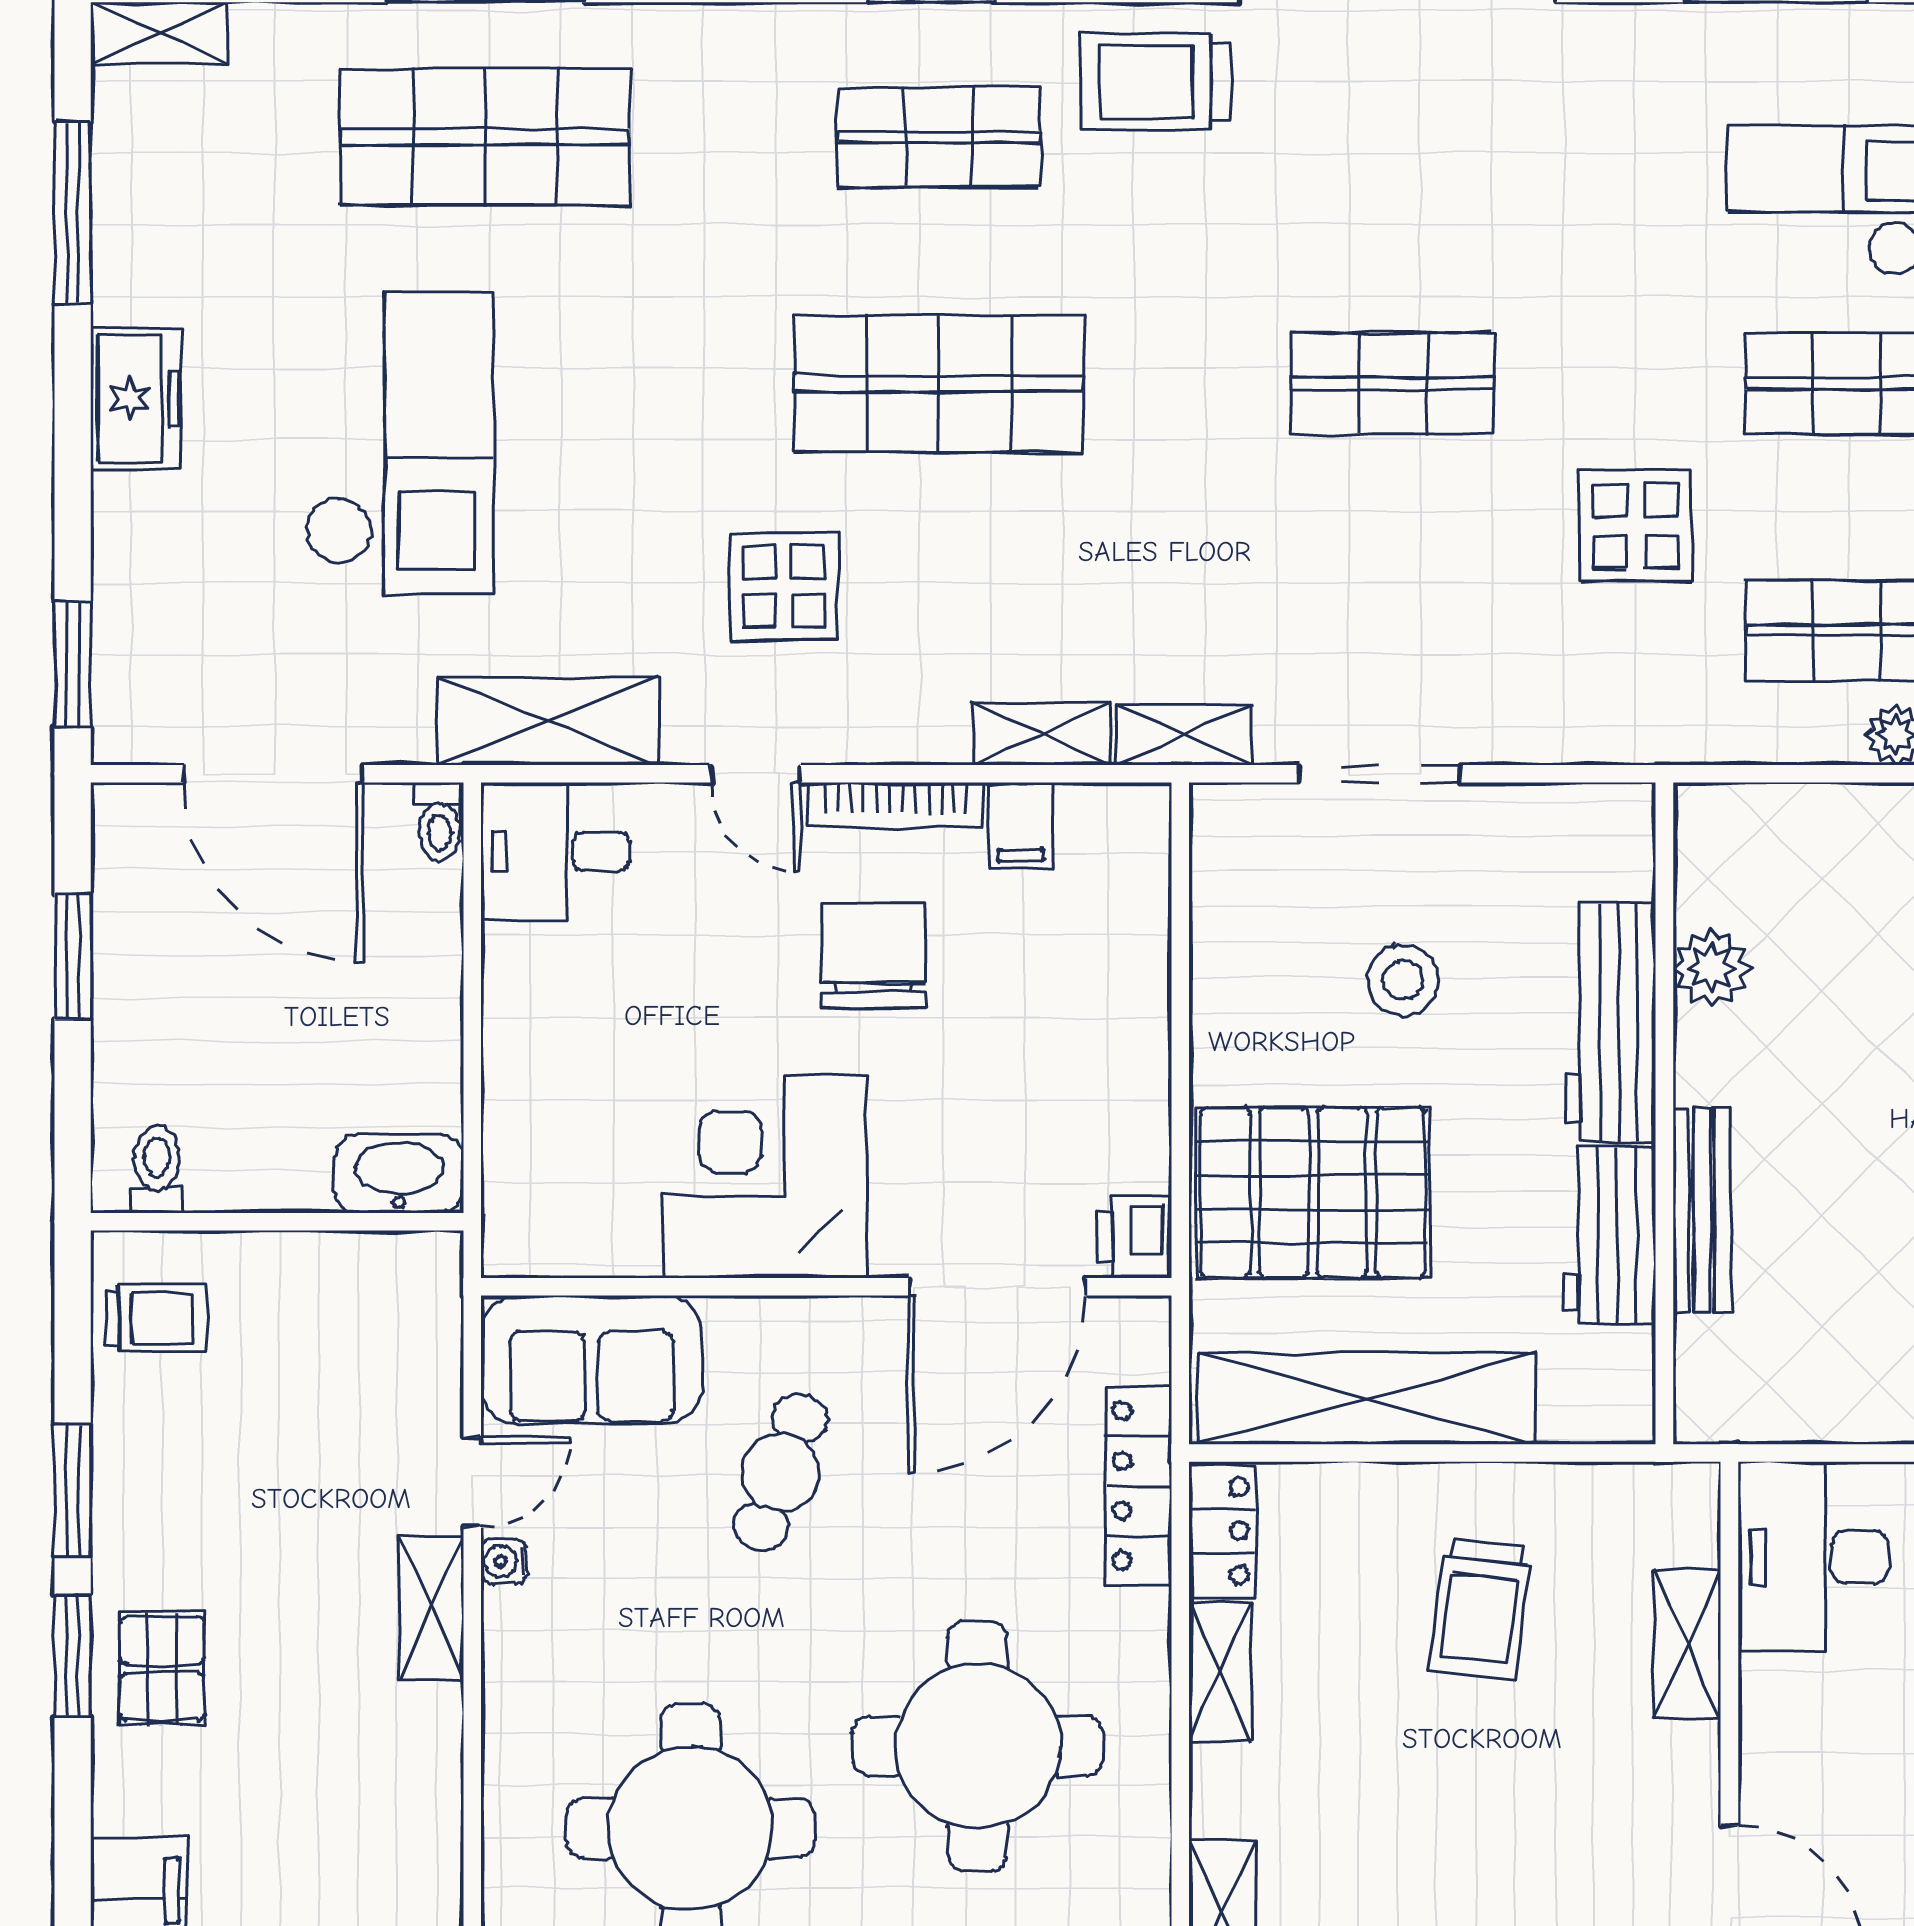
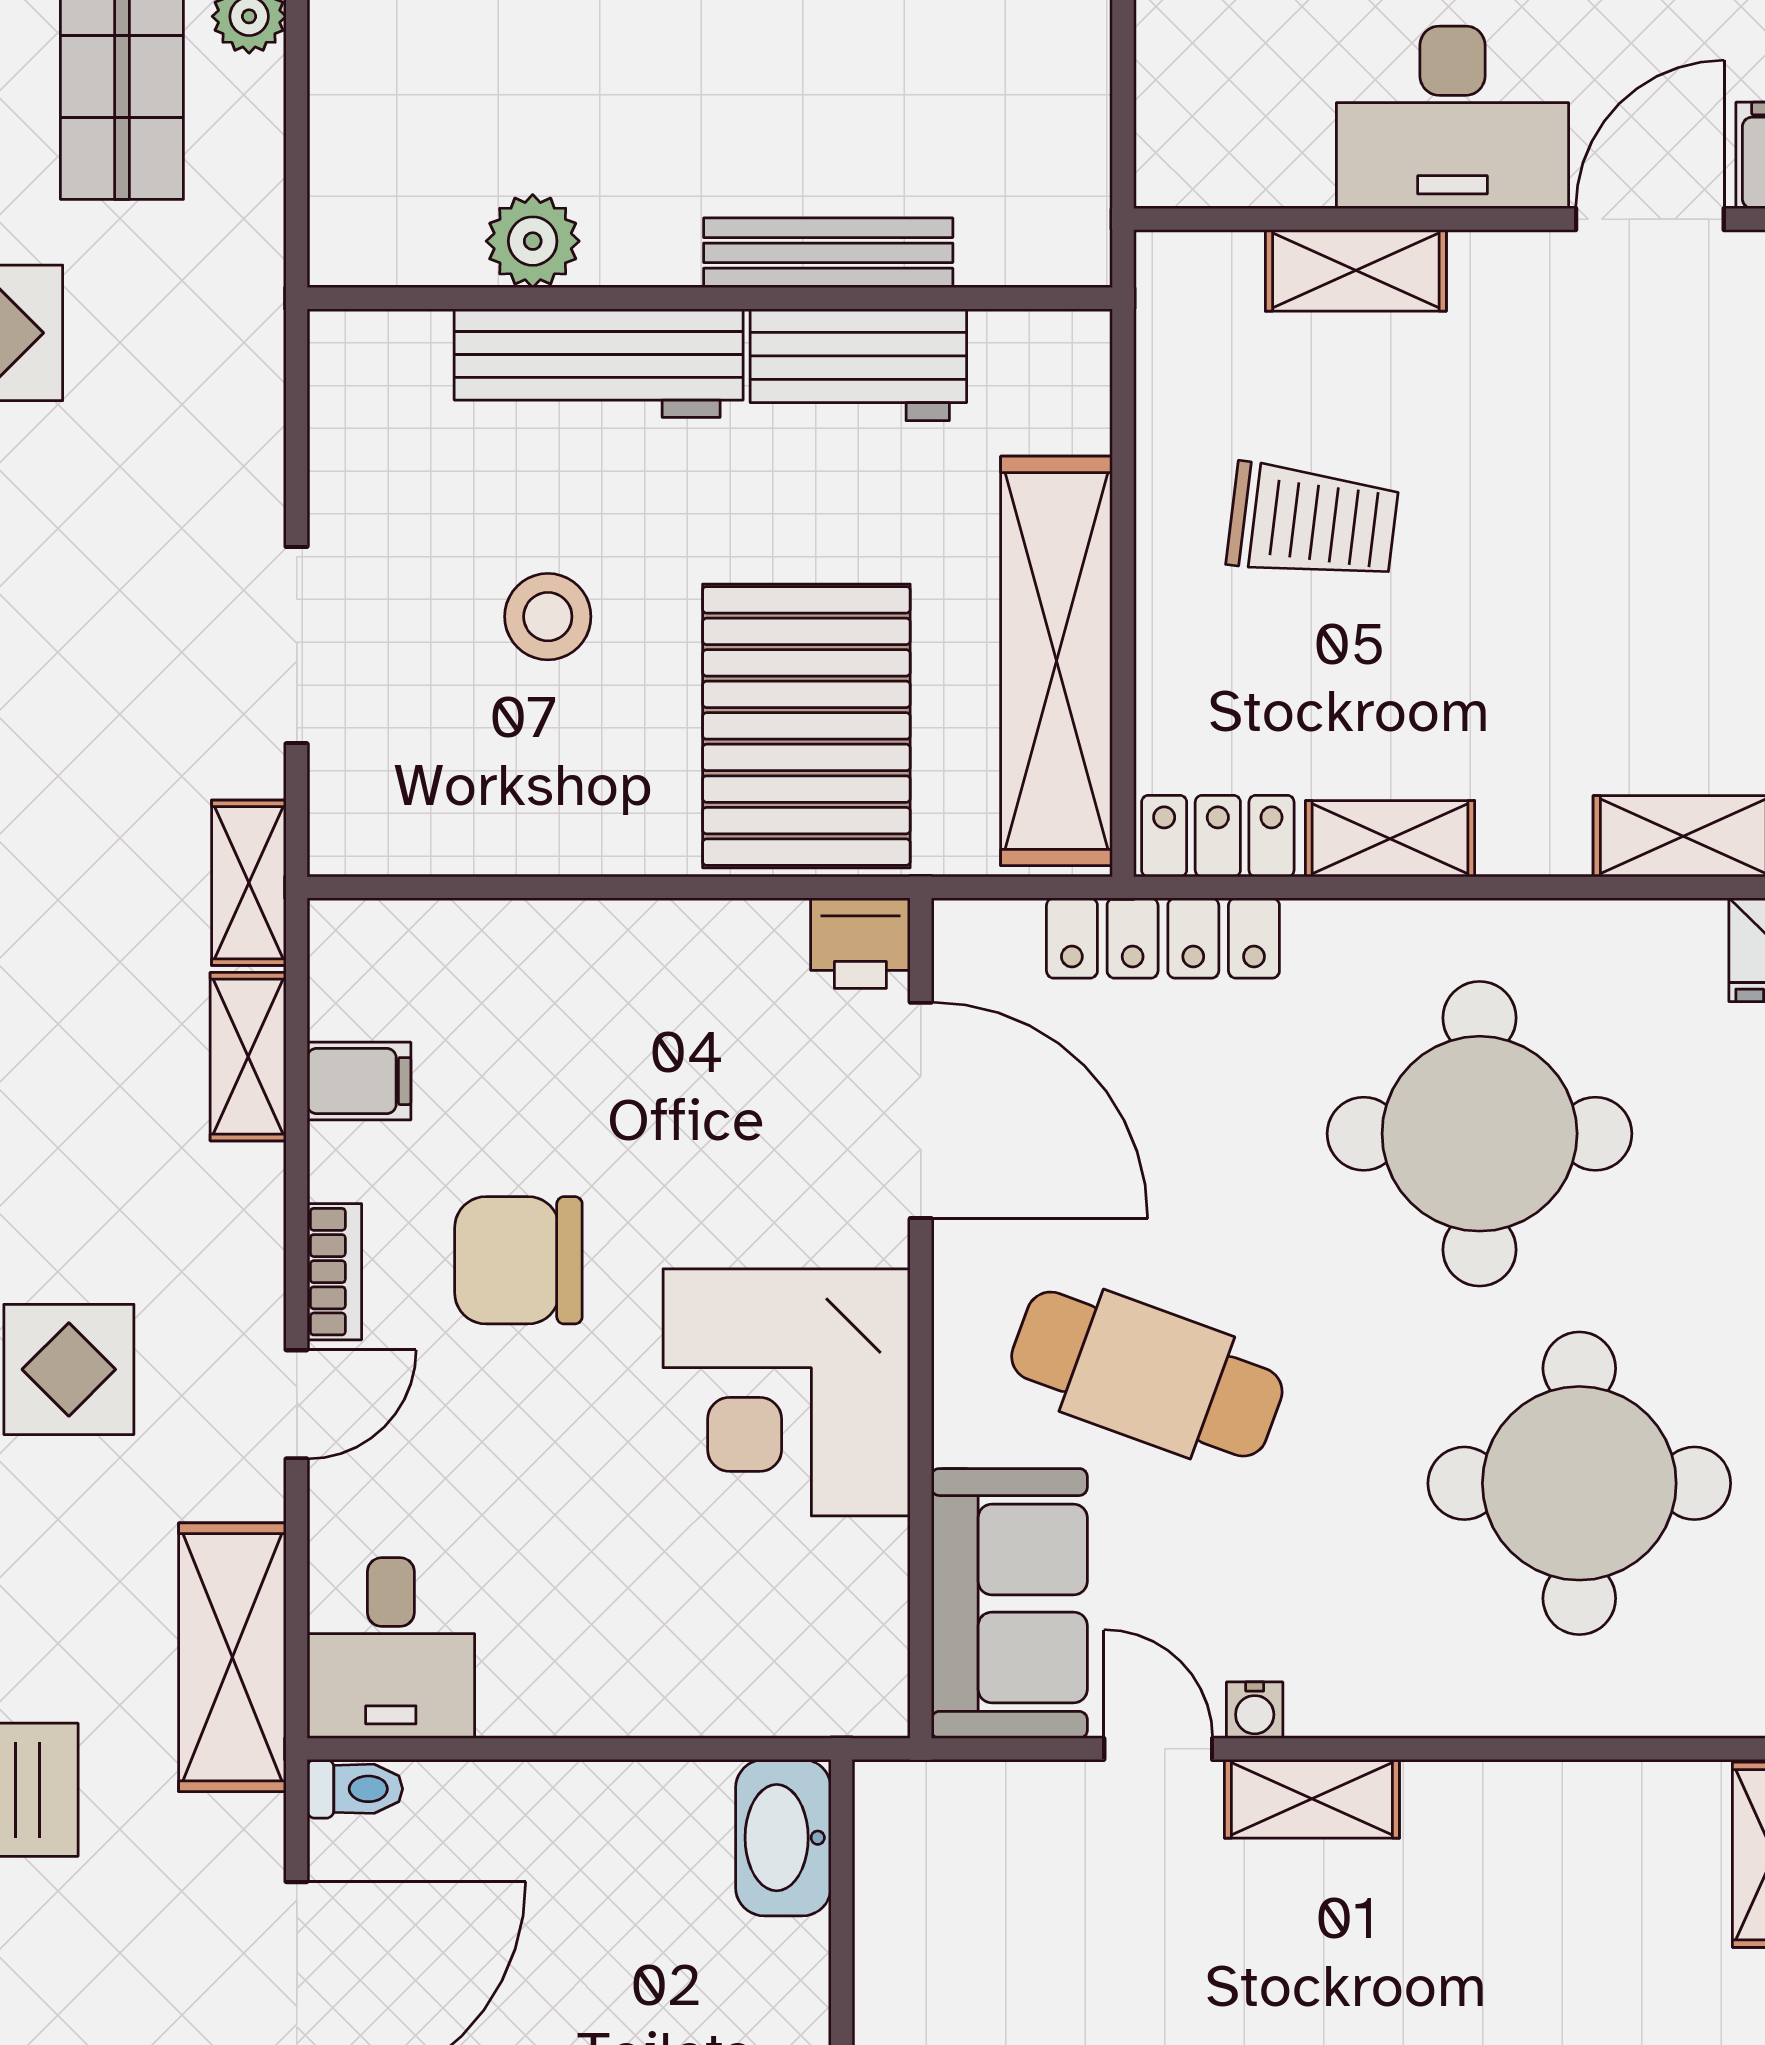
bookcase: (896, 805) -> (334, 1272), width x0.64
cafe table: (780, 1473) -> (1147, 1374), width x1.37, depth x1.35
desk: (1813, 1557) -> (1453, 117), moved

